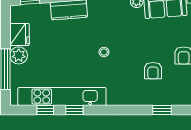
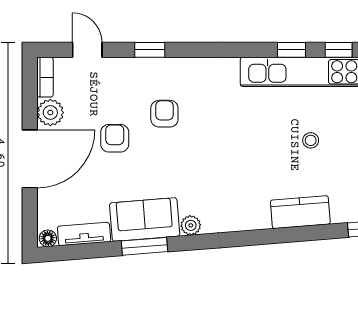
stool: (104, 52) -> (311, 140), moved

